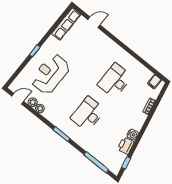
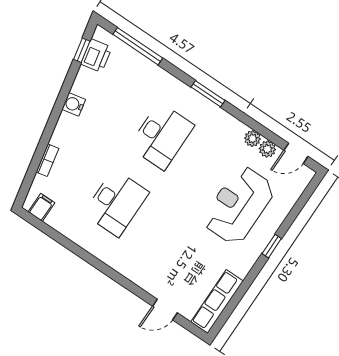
reception desk: (50, 74) -> (239, 205), turned 180
printer: (126, 146) -> (96, 56), moved

